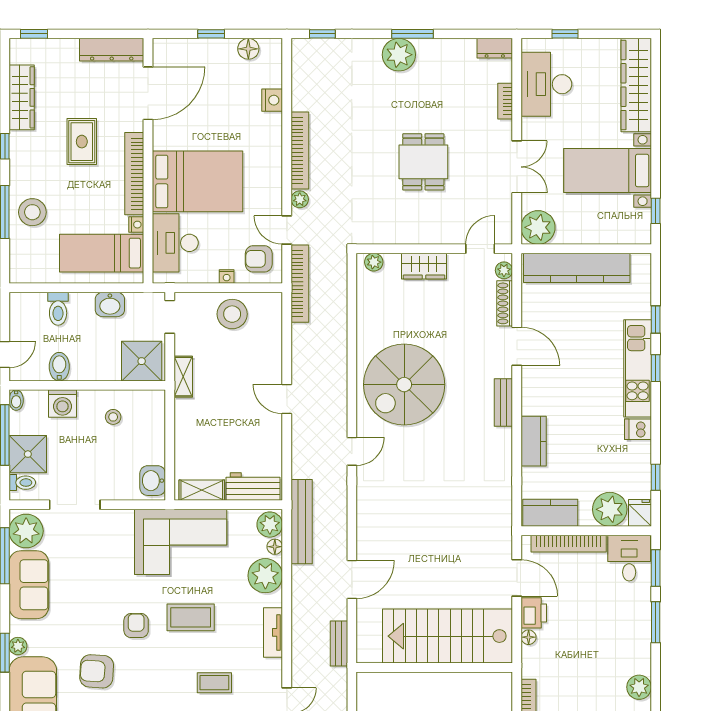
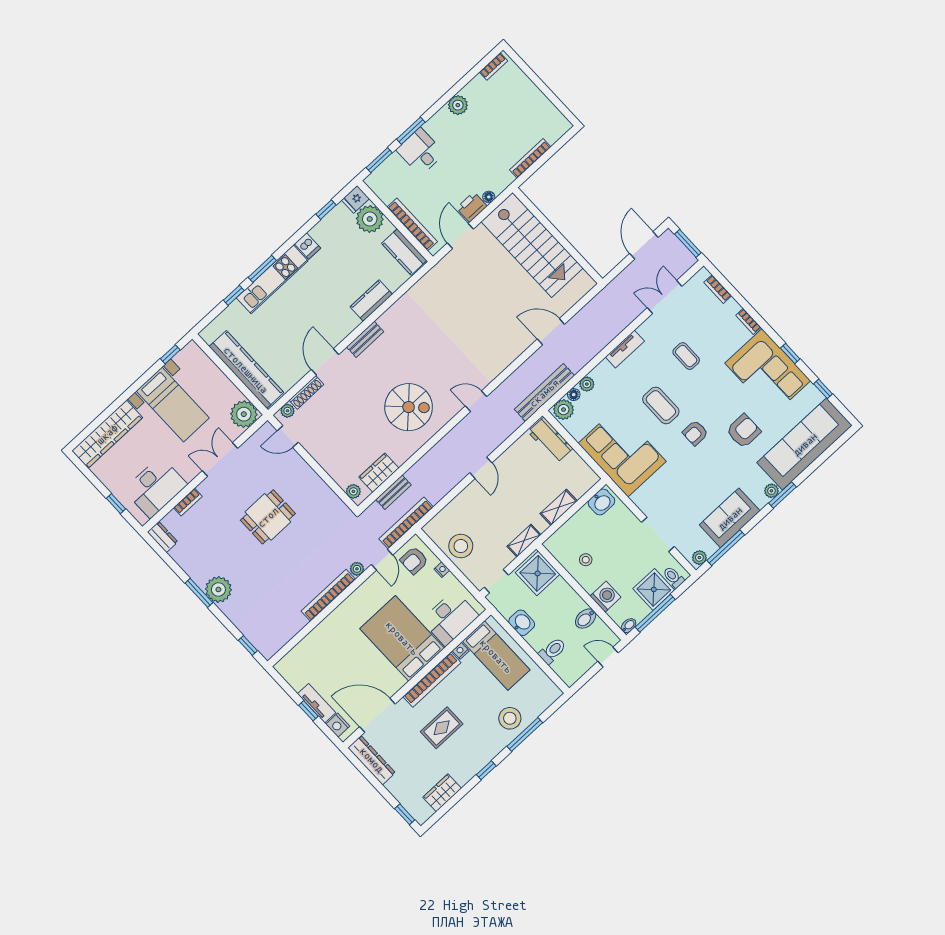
tv unit: (211, 48) -> (317, 703), added
floor lamp: (248, 49) -> (297, 681), removed
wardrobe: (22, 97) -> (442, 793), width x0.67
nightstand: (272, 100) -> (338, 725), moved, turned -90
armchair: (259, 259) -> (414, 560), turned 90
wardrobe: (424, 266) -> (379, 473), moved, turned -90
window: (656, 368) -> (262, 269), width x1.50
spiral stairs: (404, 385) -> (409, 407), width x0.73, depth x0.73
shelving: (202, 490) -> (559, 507), moved, turned 90
plant: (26, 531) -> (699, 558), width x0.53, depth x0.53
desk: (629, 558) -> (420, 152), moved, turned 90
plant: (265, 576) -> (587, 384), width x0.53, depth x0.53
bench: (339, 643) -> (393, 492), moved
armchair: (97, 671) -> (743, 431), turned -94

